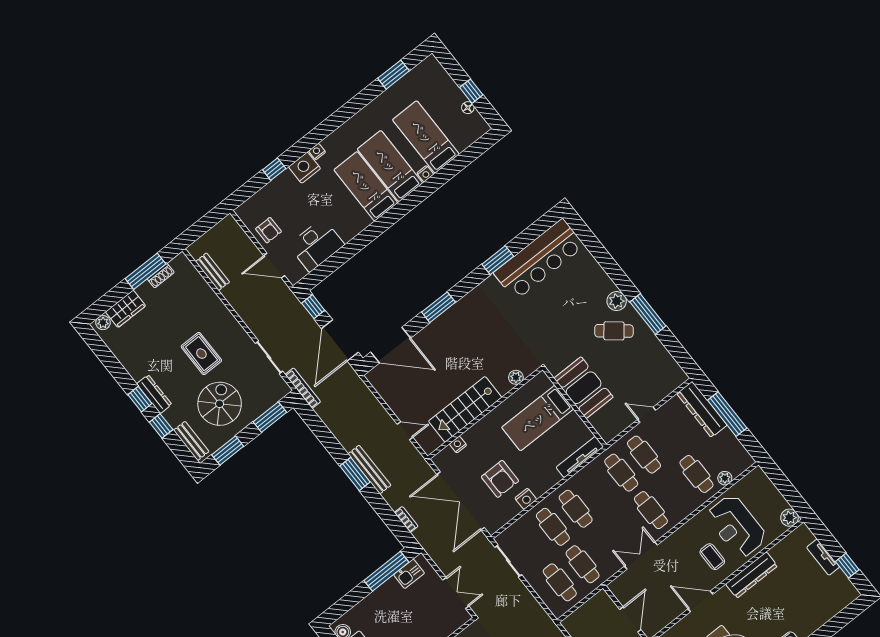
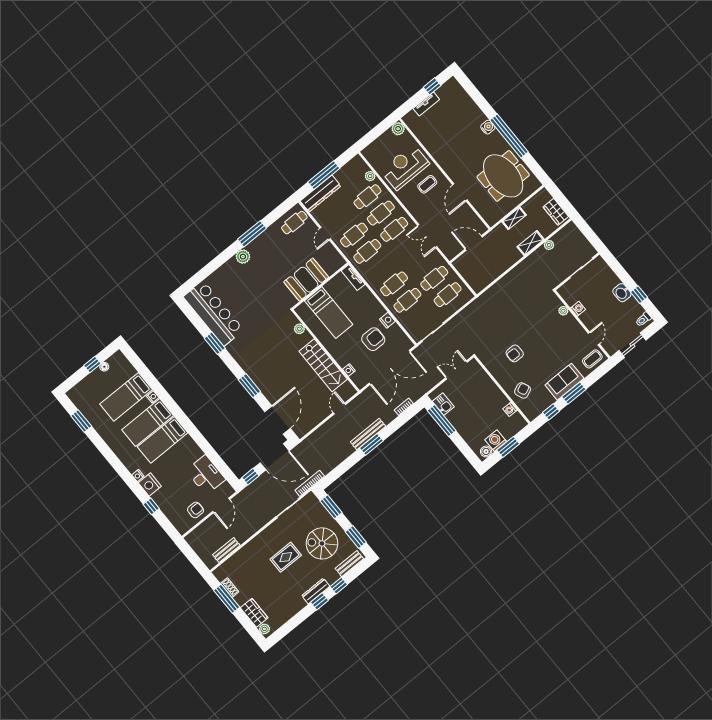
cafe table: (614, 331) -> (294, 223), moved, turned 51
tv unit: (580, 457) -> (353, 277), width x0.71
cafe table: (674, 492) -> (381, 213), added
reception desk: (736, 526) -> (405, 167), turned 180
dresser: (752, 575) -> (440, 156), removed

